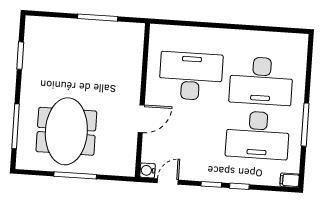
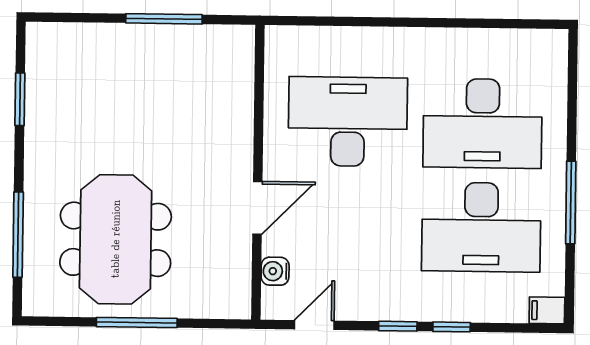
water cooler: (148, 170) -> (275, 271), moved

